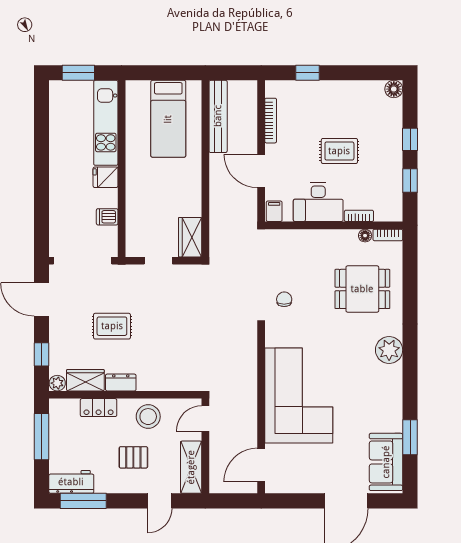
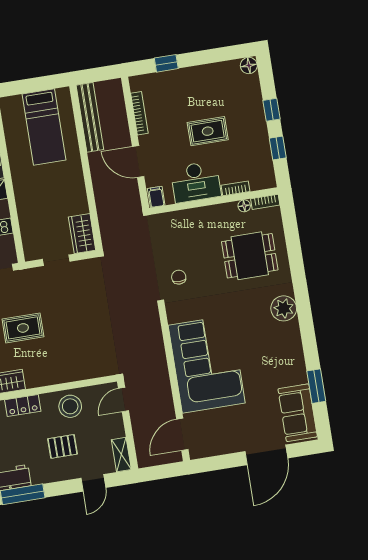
dresser: (121, 382) -> (40, 379), removed
shelving: (191, 467) -> (121, 455), width x0.67, depth x0.75

